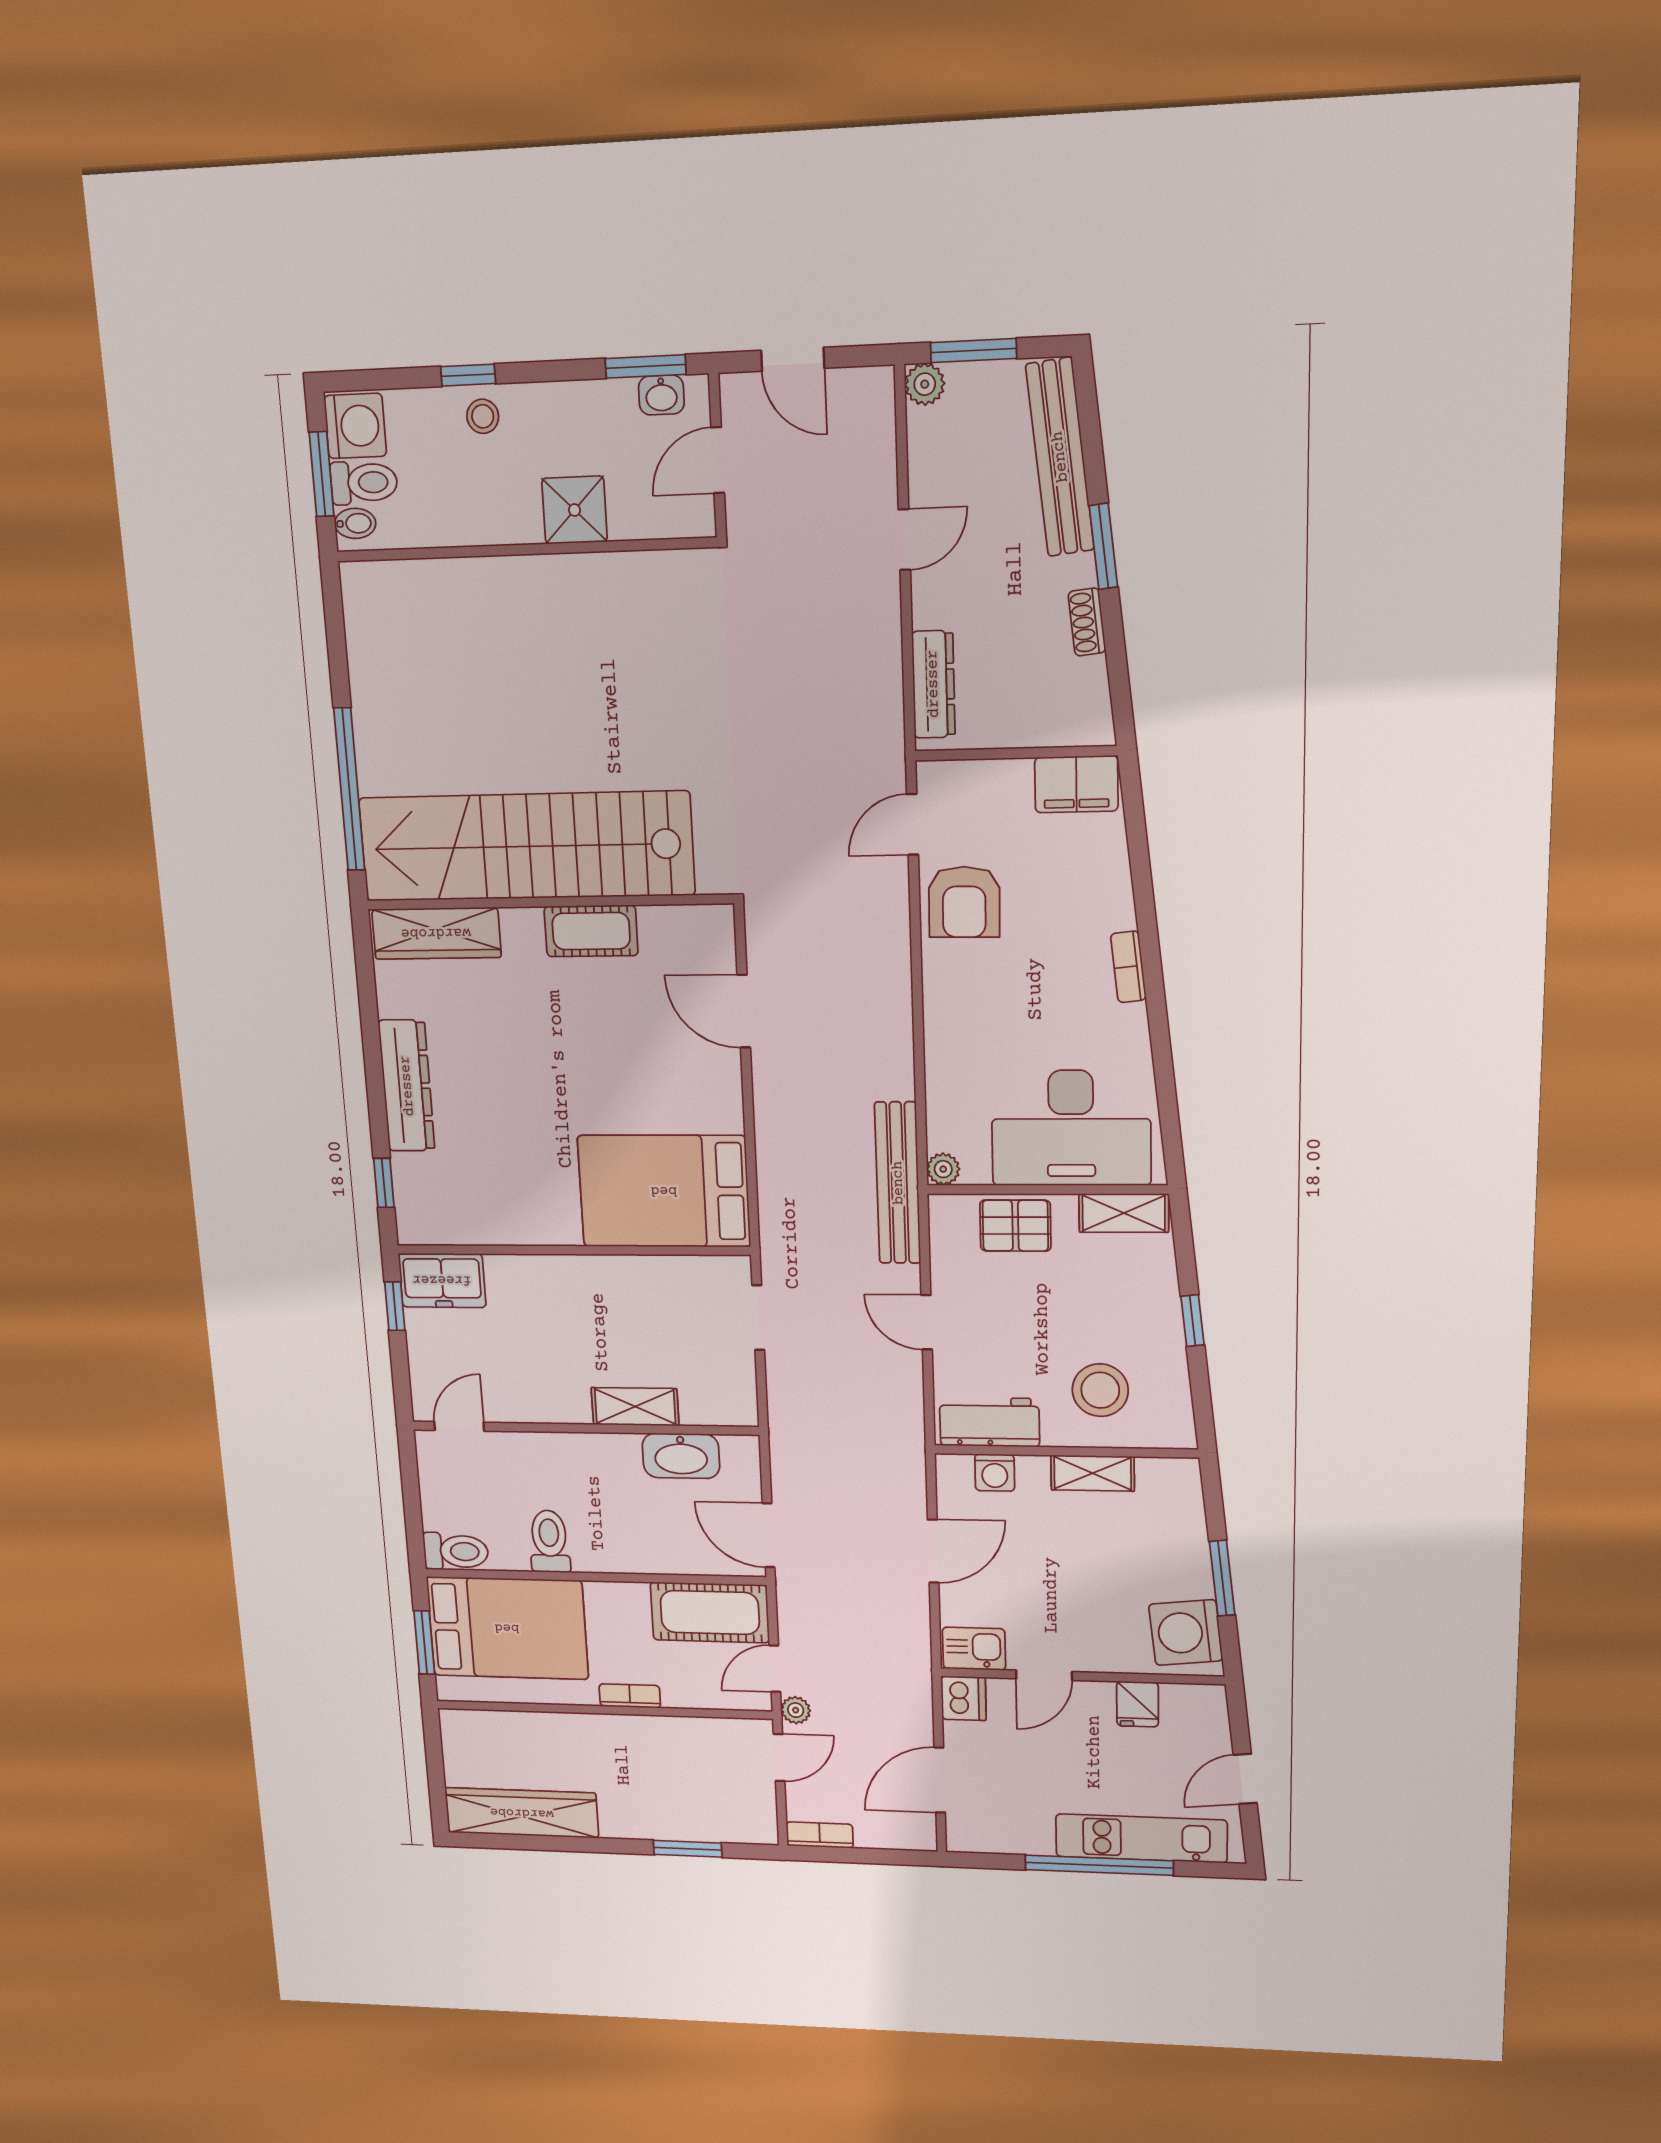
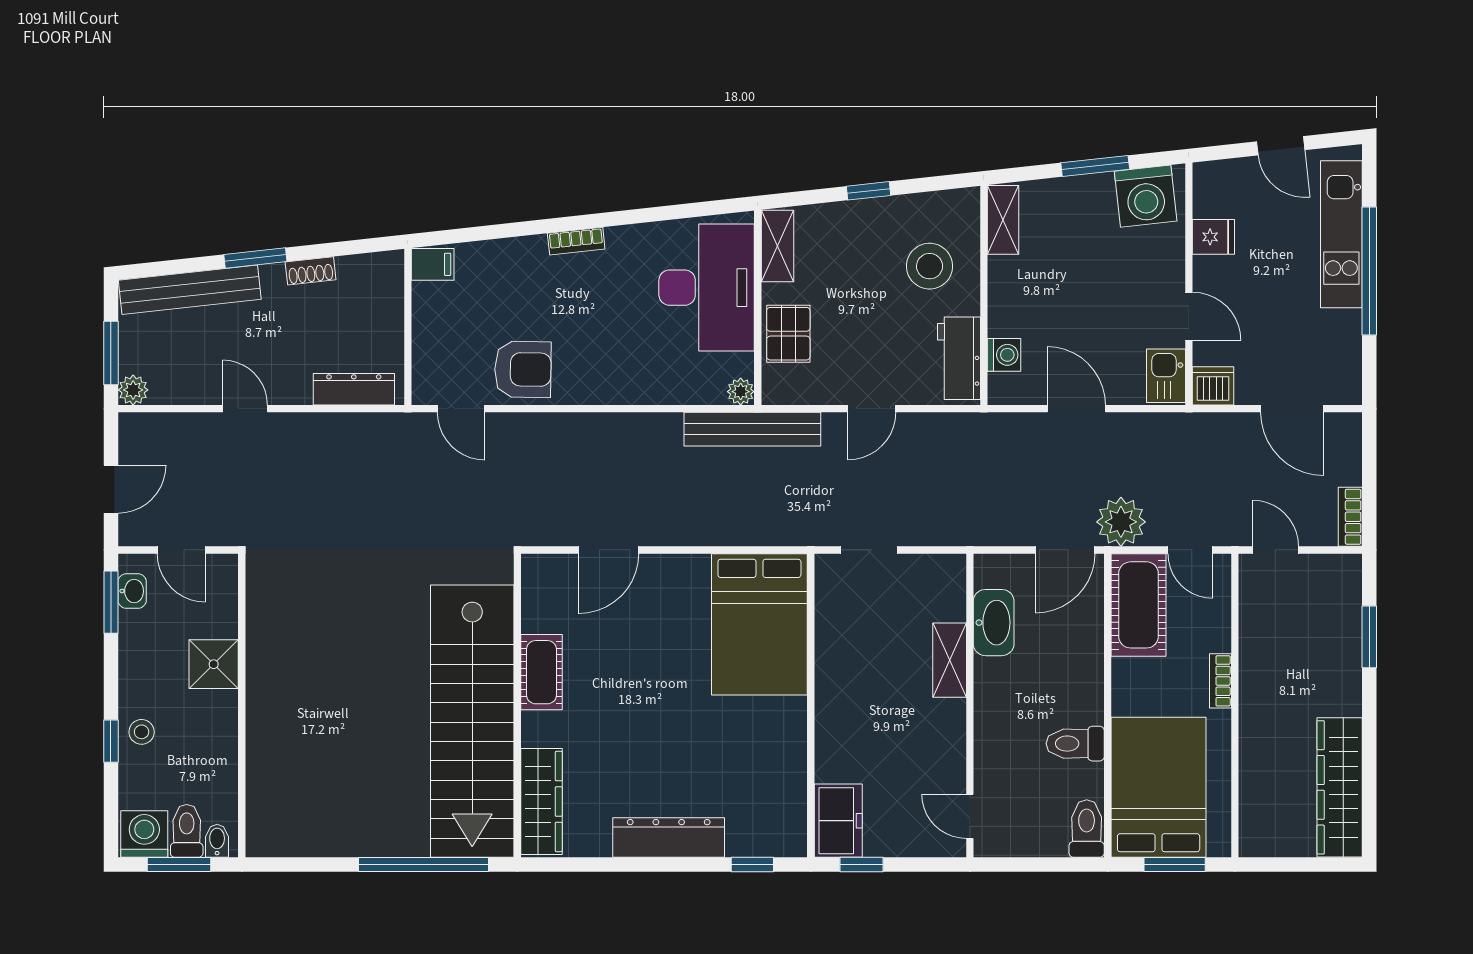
filing cabinet: (1076, 784) -> (433, 264), width x0.50
shelving: (1093, 1473) -> (1003, 220), moved
plant: (796, 1710) -> (1121, 522), moved, width x1.88, depth x1.88

